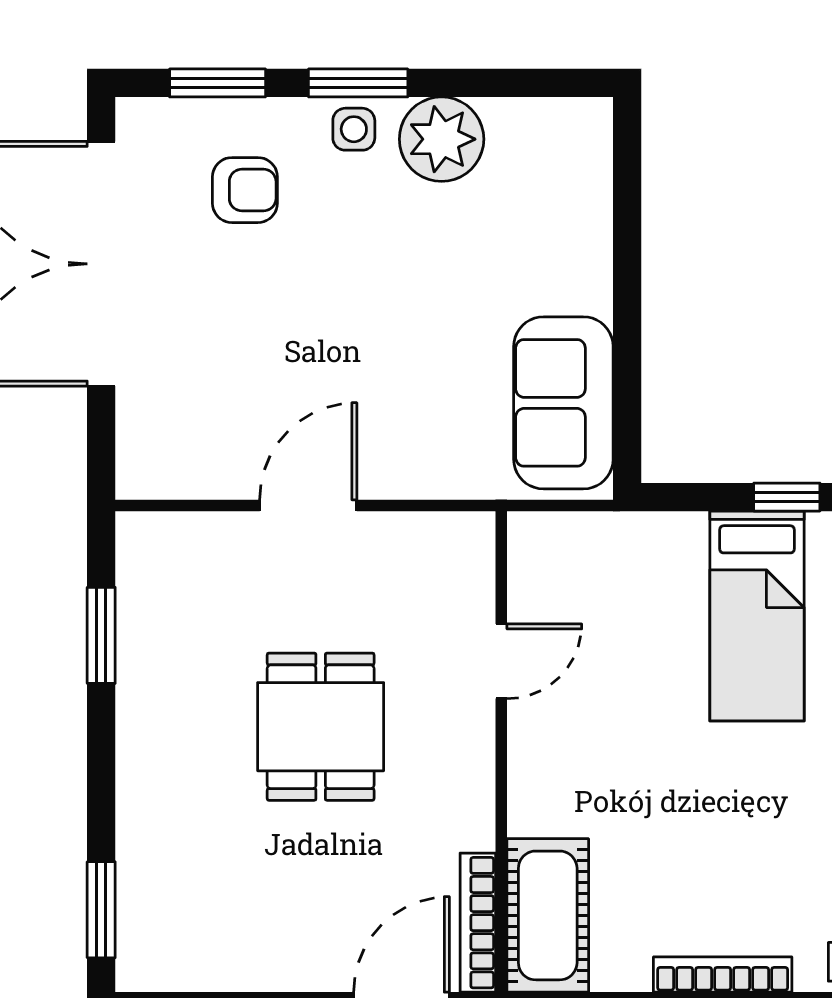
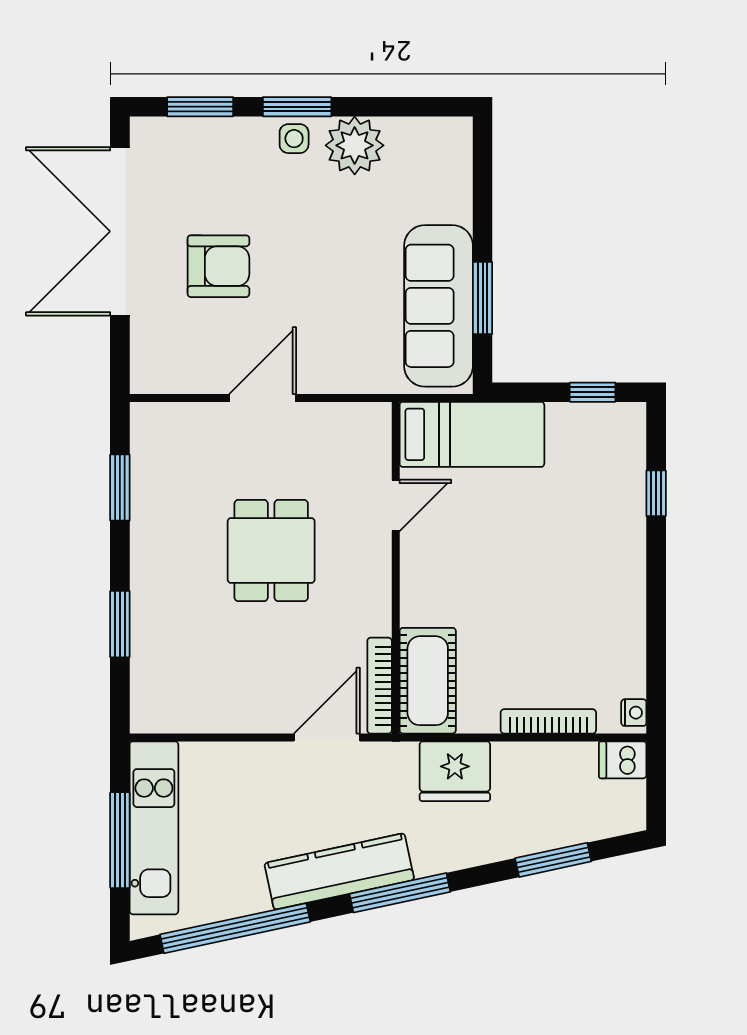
armchair: (245, 190) -> (218, 266), moved, width x1.38, depth x1.38
window: (627, 361) -> (483, 298), added
sofa: (563, 403) -> (439, 306), width x1.36
bed: (757, 616) -> (472, 434), moved, turned -90
window: (101, 910) -> (120, 624), moved

